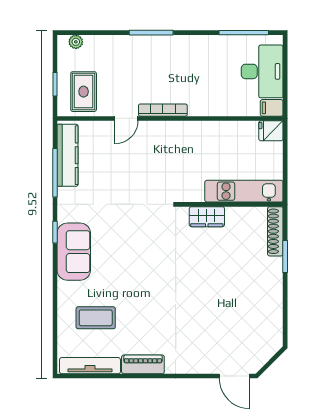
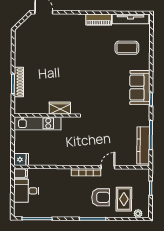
armchair: (138, 68) -> (101, 197), added
desk: (262, 71) -> (26, 191), width x0.73
rug: (84, 92) -> (124, 199), moved
shoe rack: (275, 231) -> (19, 82), moved

